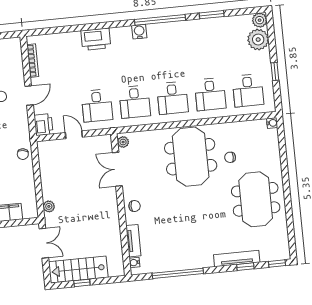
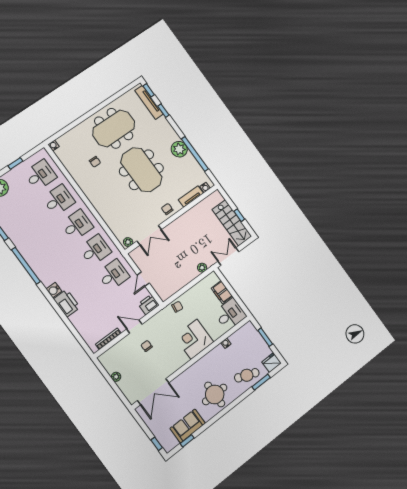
water cooler: (139, 32) -> (54, 290), moved
meeting table: (191, 157) -> (141, 170), moved, turned 90
tv unit: (237, 258) -> (149, 102), moved
plant: (193, 259) -> (179, 149), added

